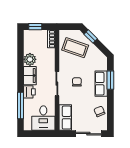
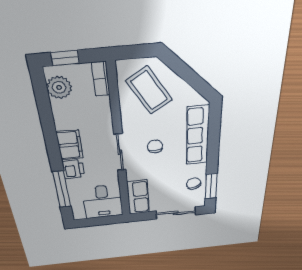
window: (91, 36) -> (179, 67), removed
coffee table: (75, 48) -> (149, 90), turned 40
plant: (30, 59) -> (59, 87), moved
window: (110, 80) -> (211, 186), moved
row of seats: (101, 84) -> (198, 136), width x1.48

